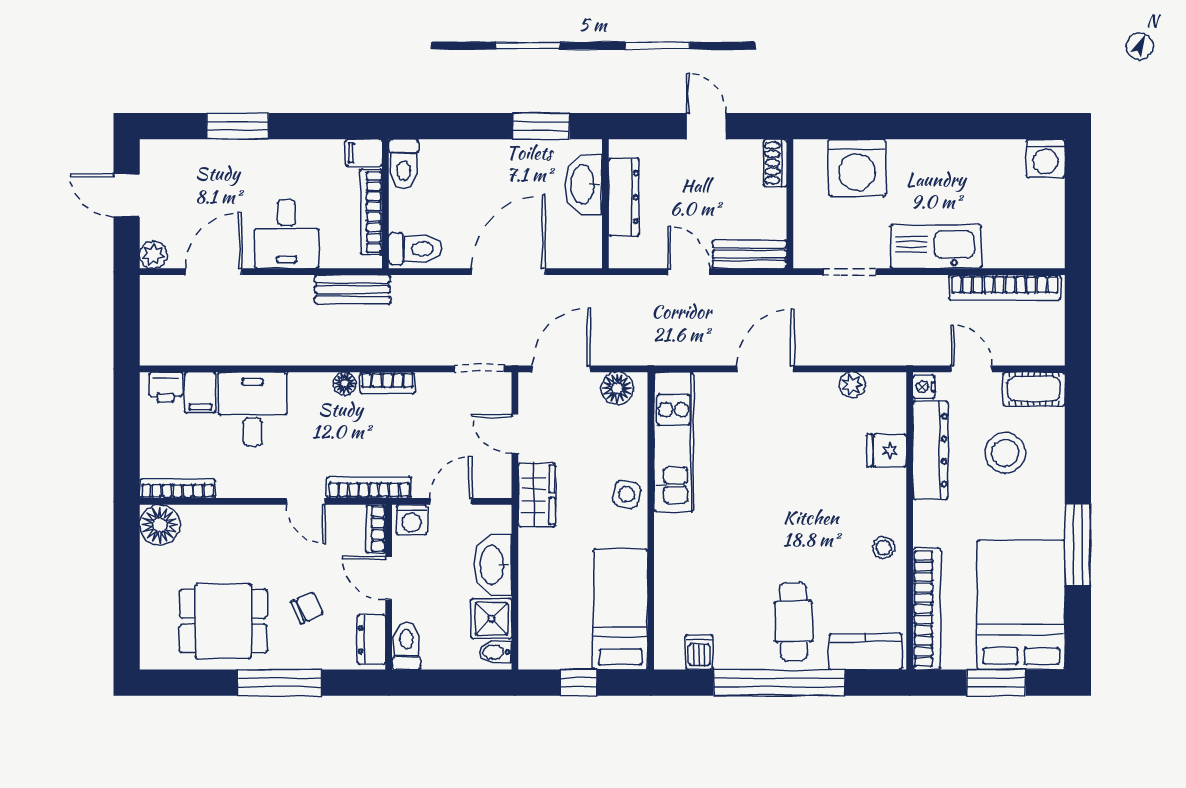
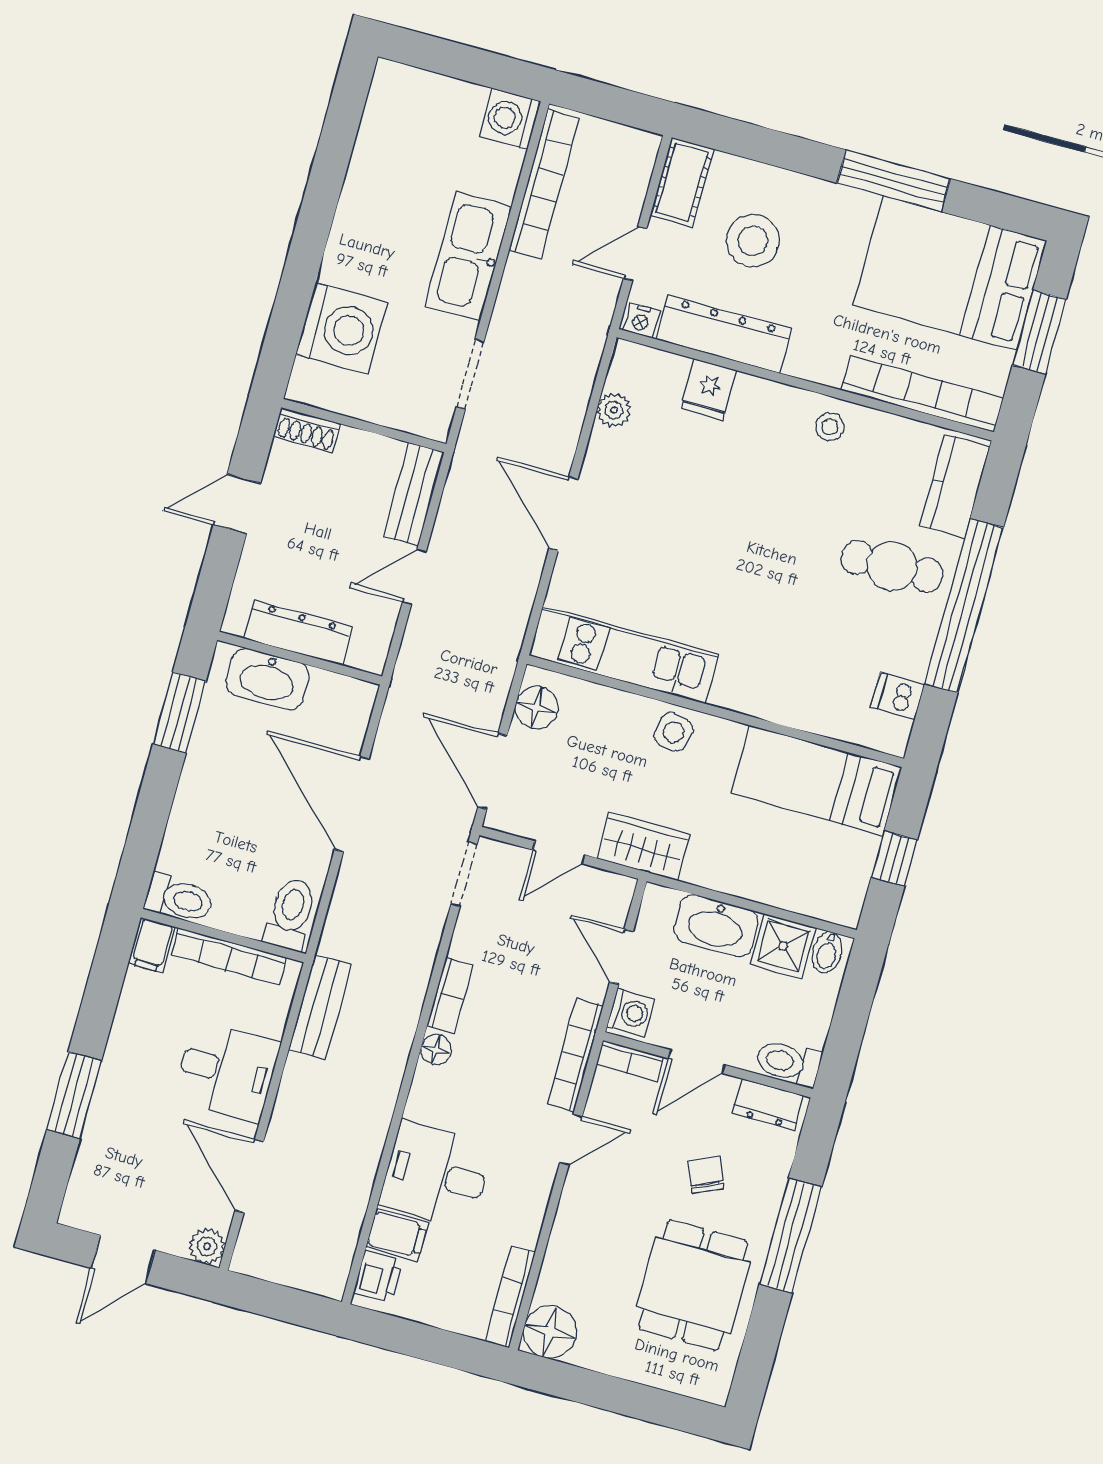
washing machine: (1046, 158) -> (510, 119), moved, turned 180

